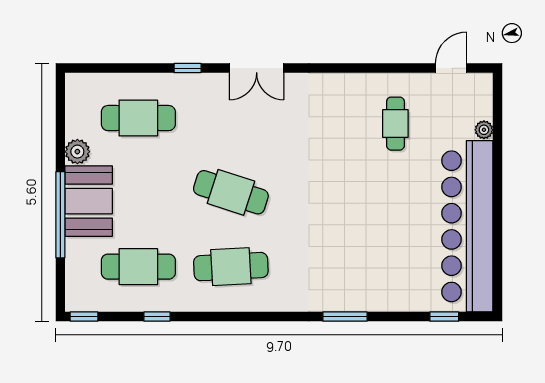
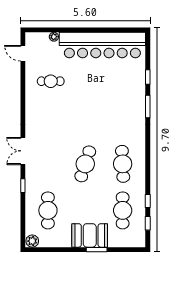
double door: (257, 68) -> (23, 151), swing flipped
plant: (77, 152) -> (32, 241), moved
window: (60, 215) -> (97, 250), width x0.47
window: (84, 317) -> (148, 223), moved
window: (444, 317) -> (148, 77), moved

